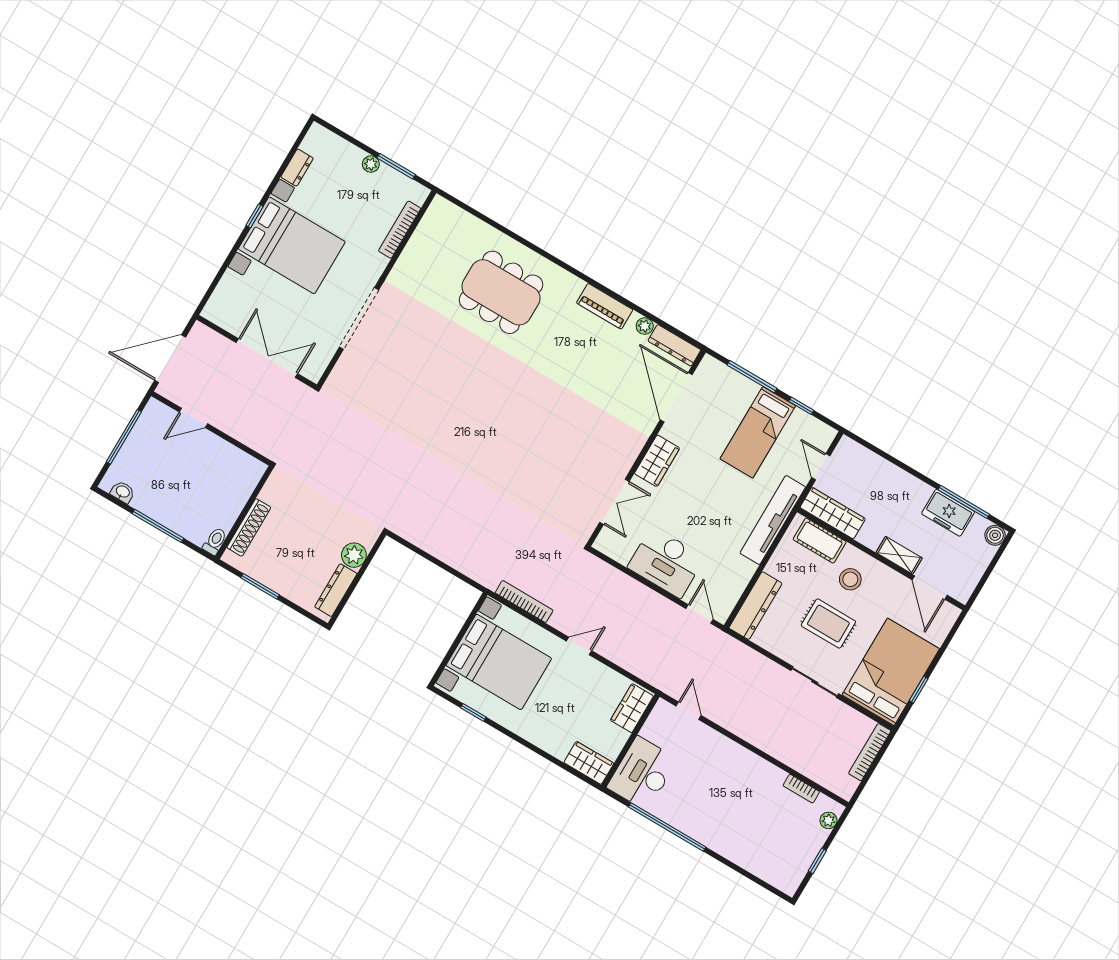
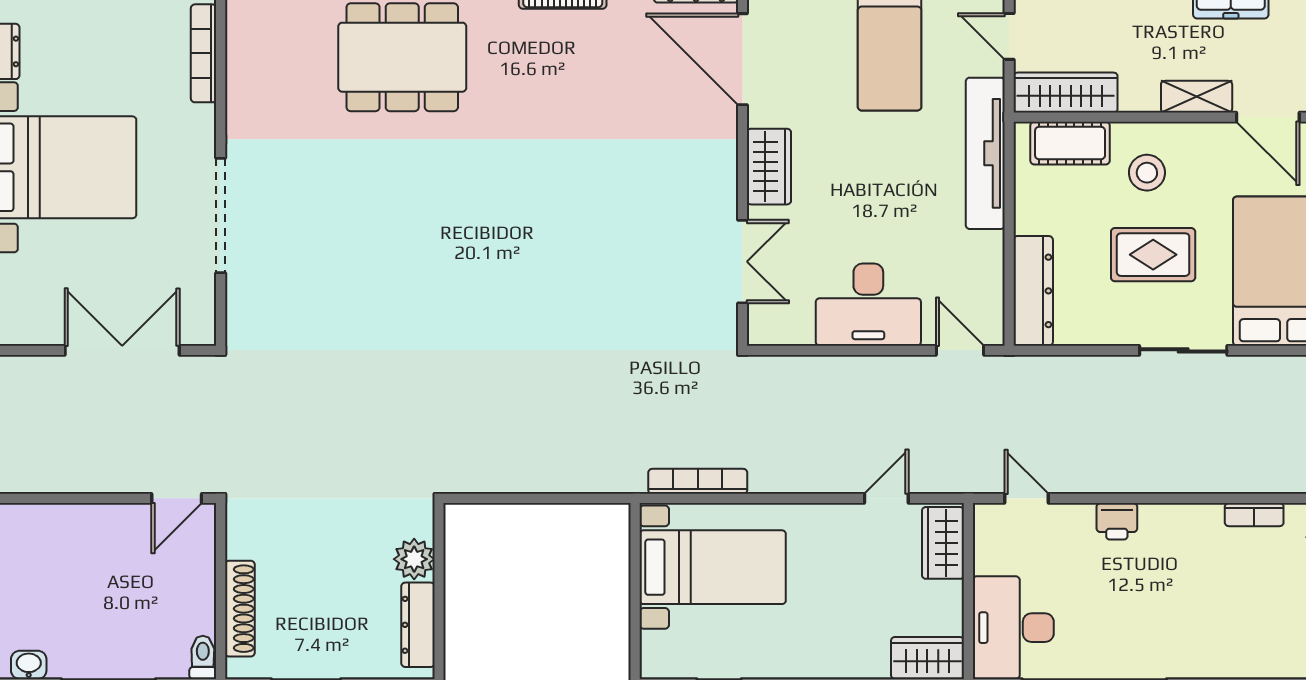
door: (193, 418) -> (177, 498), moved
door: (579, 646) -> (886, 498), moved
bed with nightstands: (499, 662) -> (713, 567), width x0.73
printer: (728, 750) -> (1117, 521), added

